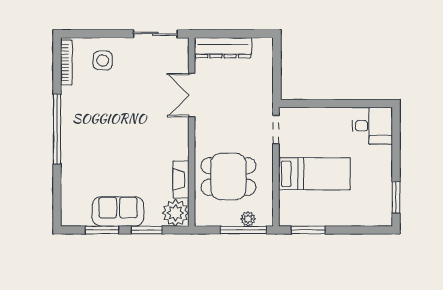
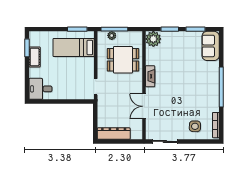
dresser: (223, 48) -> (114, 134), moved
double door: (192, 95) -> (144, 106), swing flipped
bed: (314, 174) -> (74, 48), moved
fireplace: (181, 179) -> (150, 76), moved
cot: (383, 181) -> (35, 57), added
sofa: (118, 211) -> (211, 46), moved, turned 90

